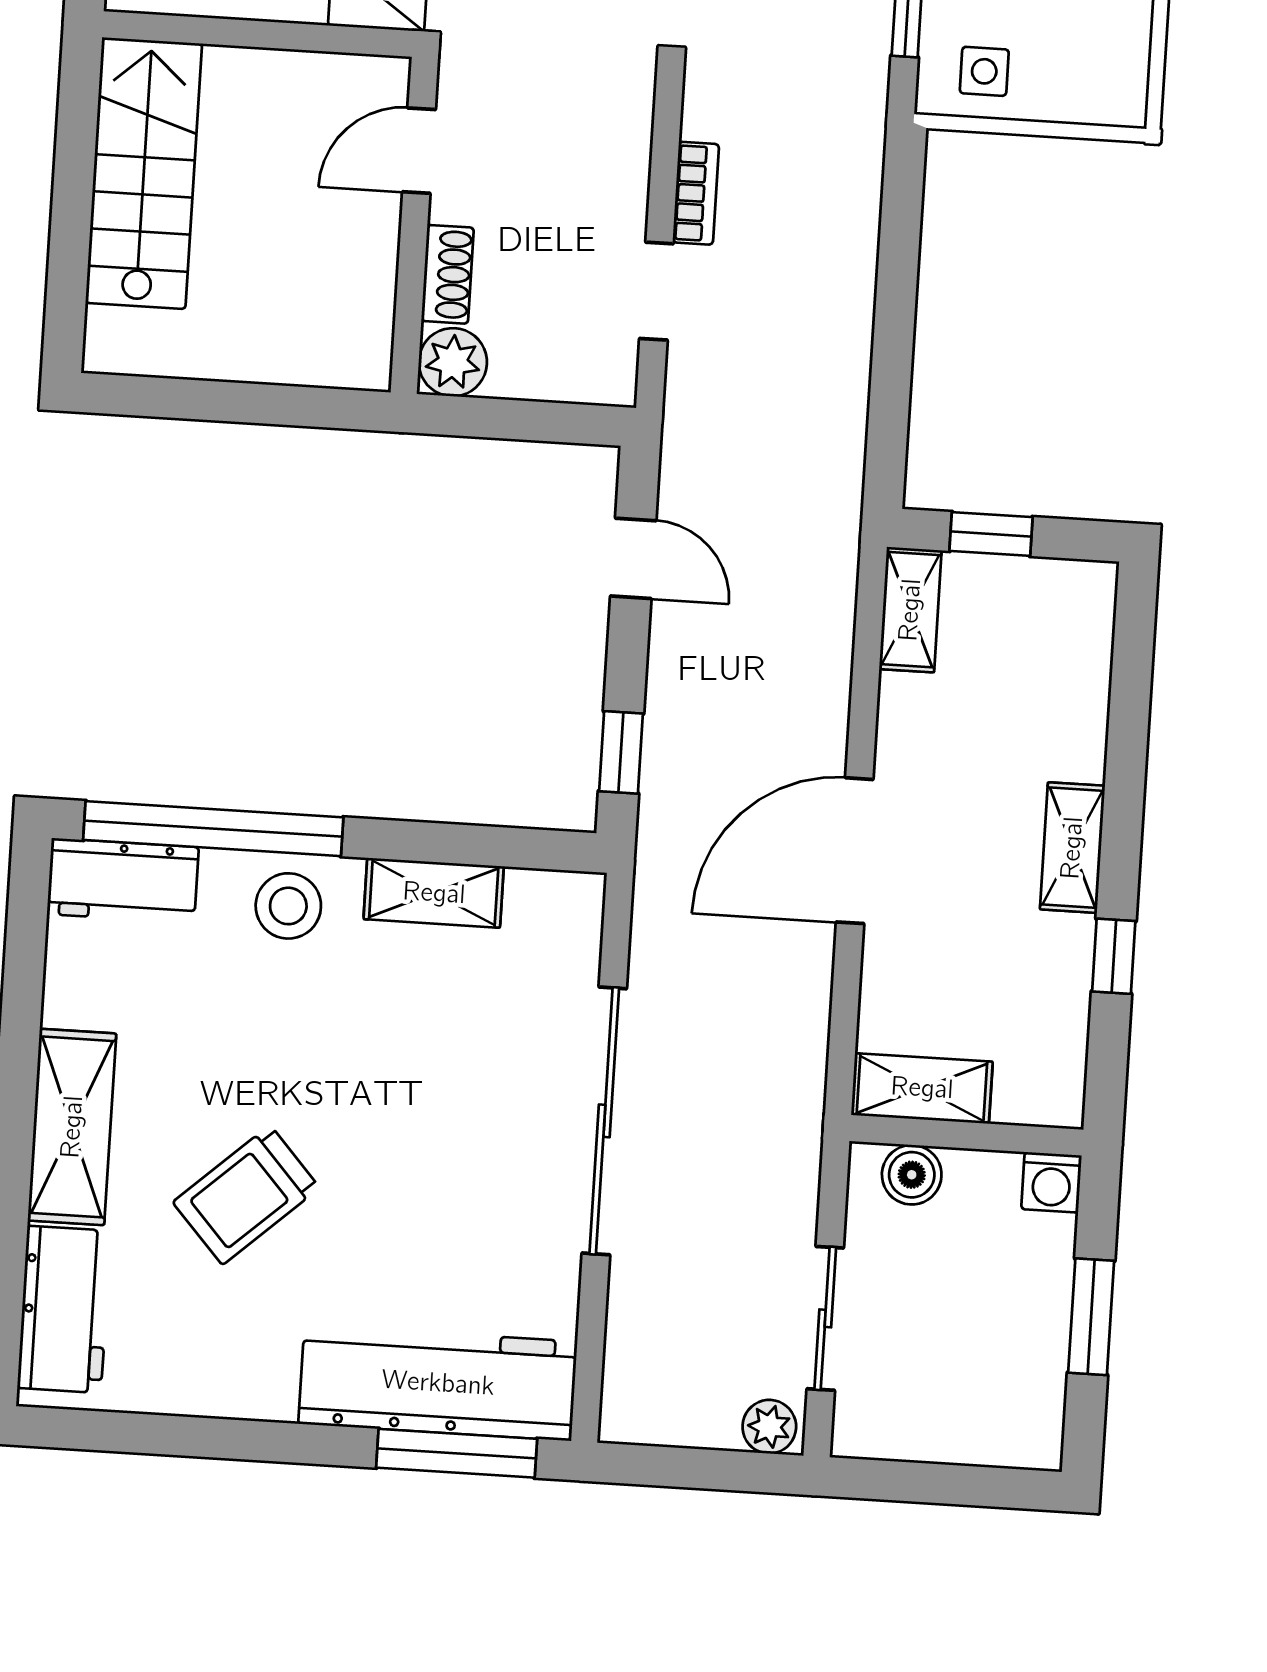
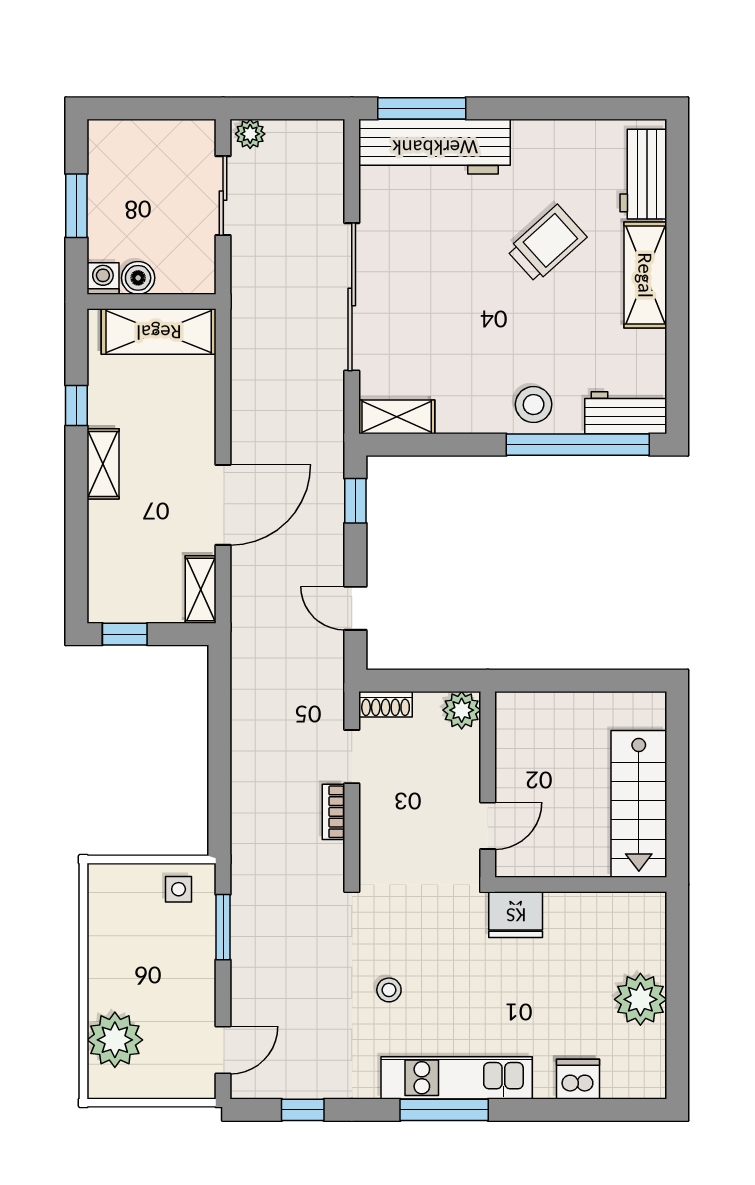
shoe rack: (448, 274) -> (386, 704), moved, turned -90
window: (991, 534) -> (125, 634), moved
door: (855, 851) -> (223, 505), moved
shelving: (434, 893) -> (397, 417), moved
shelving: (922, 1088) -> (159, 332), width x1.50, depth x1.33
boiler: (912, 1175) -> (138, 278), moved

